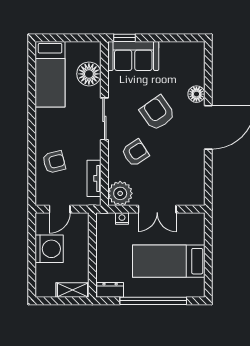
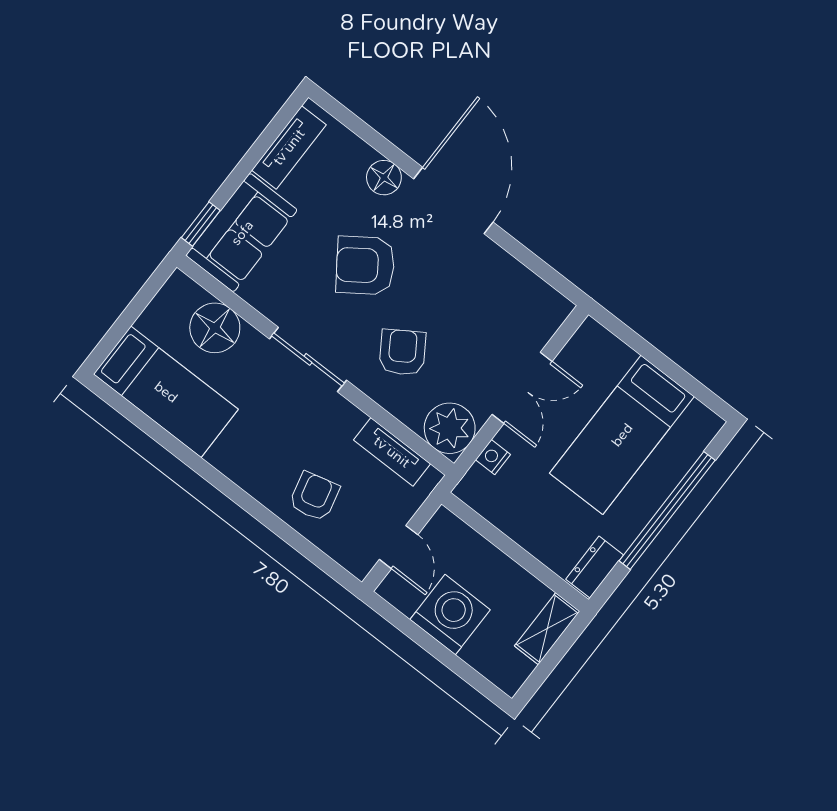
tv unit: (180, 49) -> (289, 147), added

